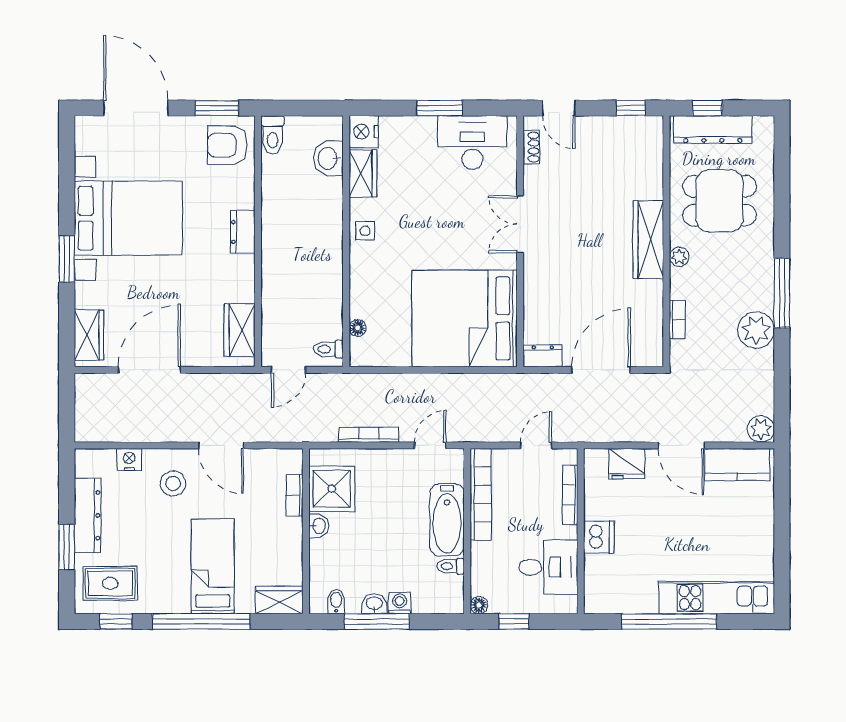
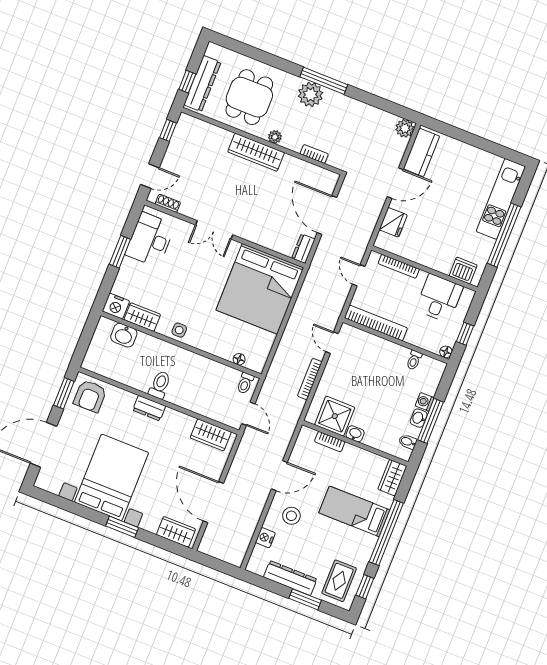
toilet: (273, 135) -> (160, 385), moved, turned -90
plant: (756, 330) -> (310, 94), moved
bathtub: (447, 520) -> (384, 351), removed
dishwasher: (599, 537) -> (463, 270), moved

